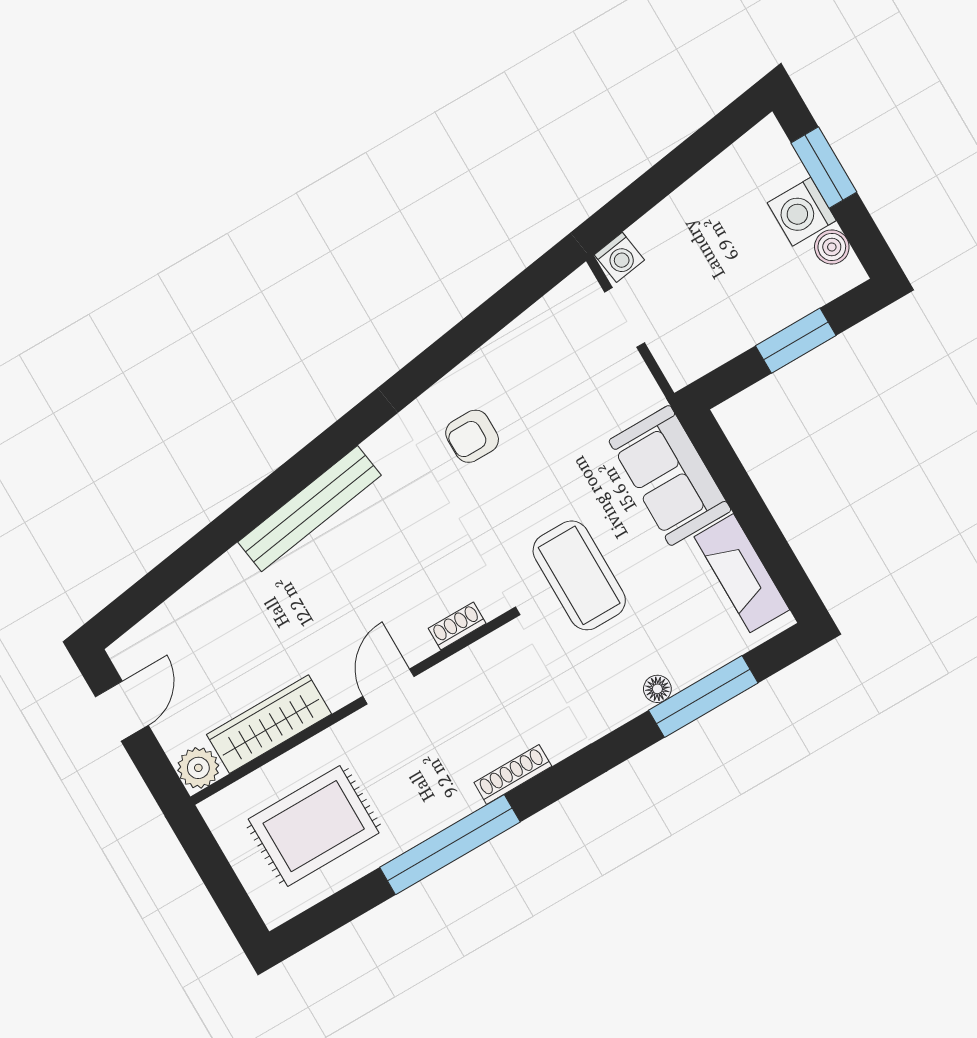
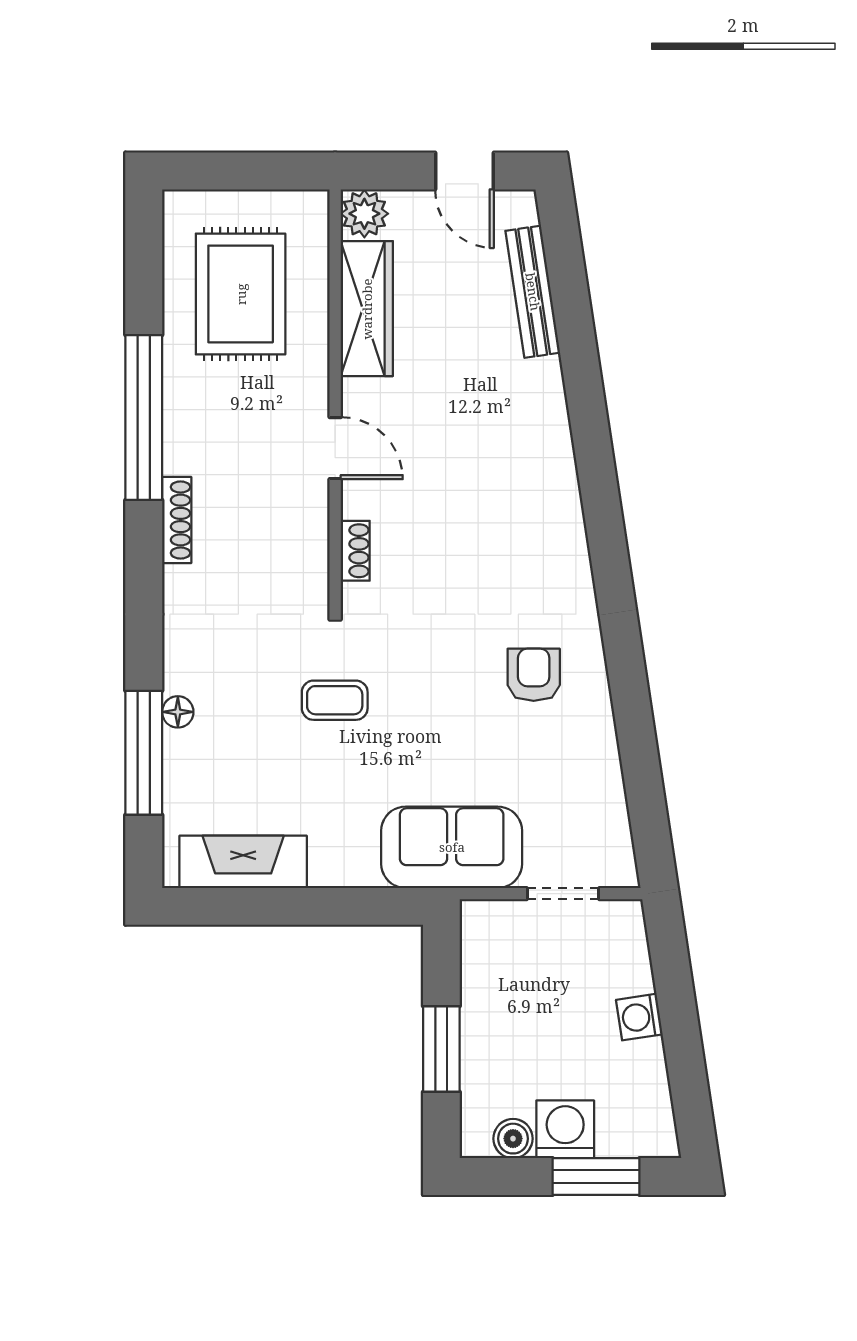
washing machine: (619, 257) -> (639, 1017), moved
sofa: (670, 475) -> (452, 847), moved
bench: (309, 509) -> (533, 292), moved, width x0.73, depth x0.82
coffee table: (579, 575) -> (335, 700), width x0.54, depth x0.58

